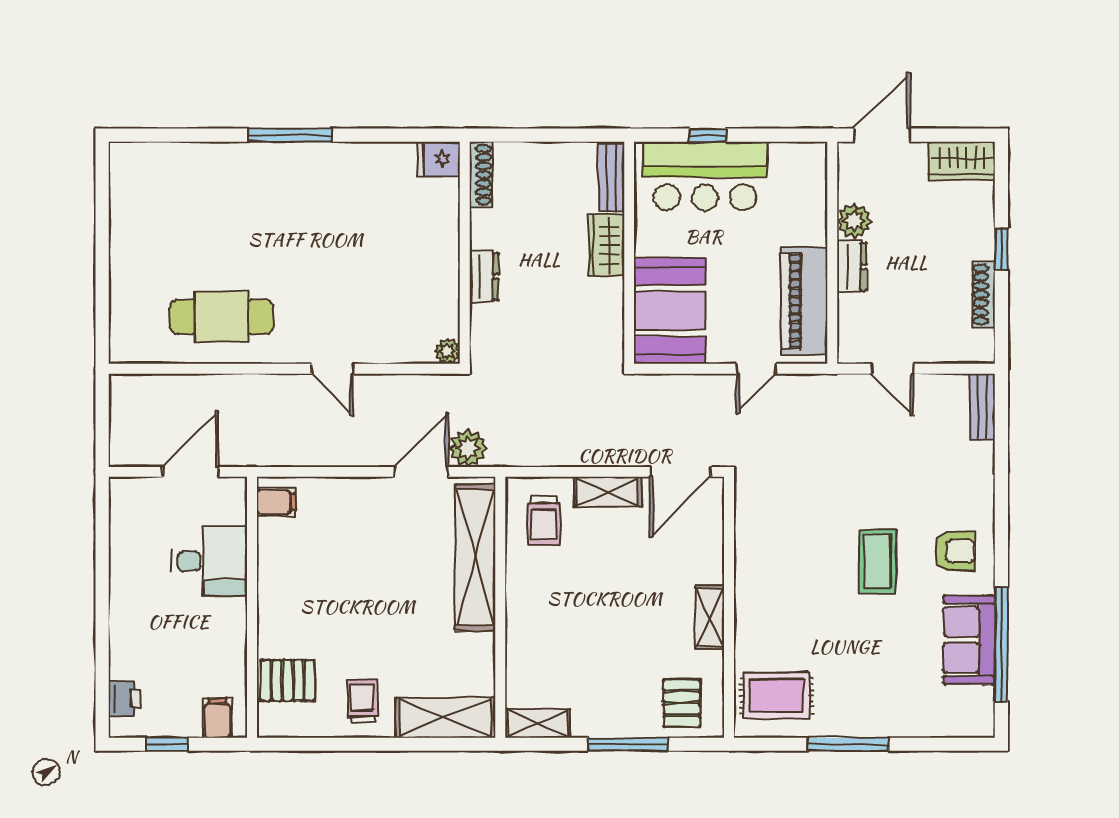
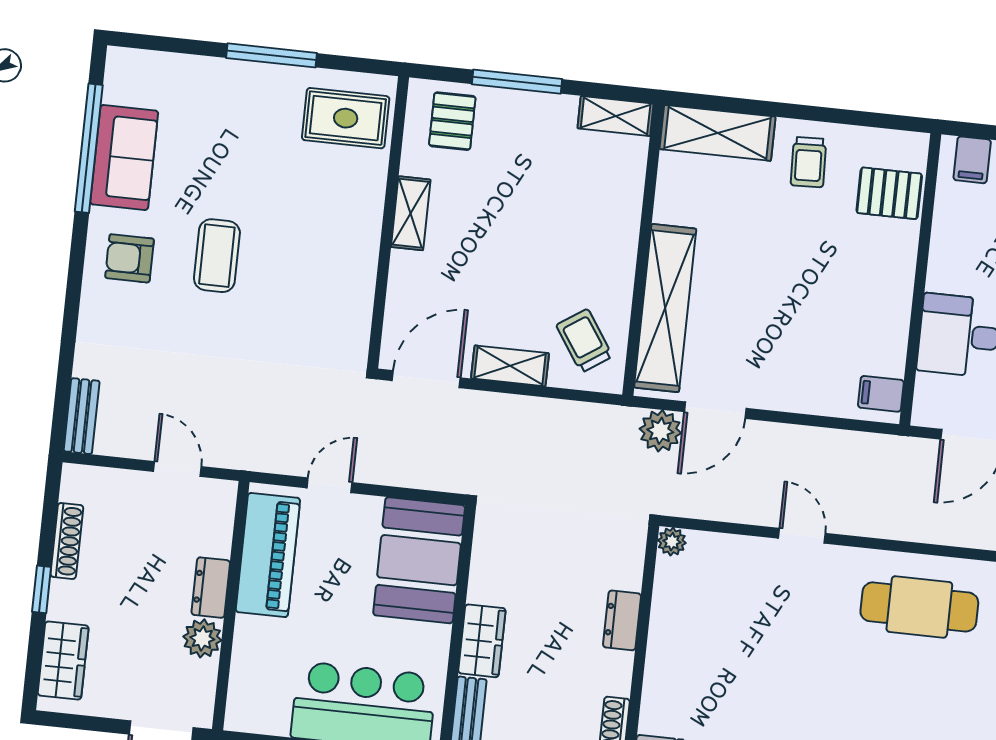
wardrobe: (962, 161) -> (63, 661), moved, turned 90
trolley: (544, 521) -> (584, 341), turned -34

